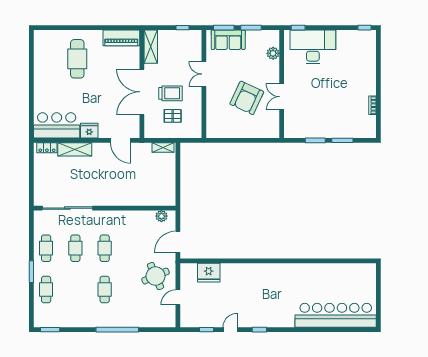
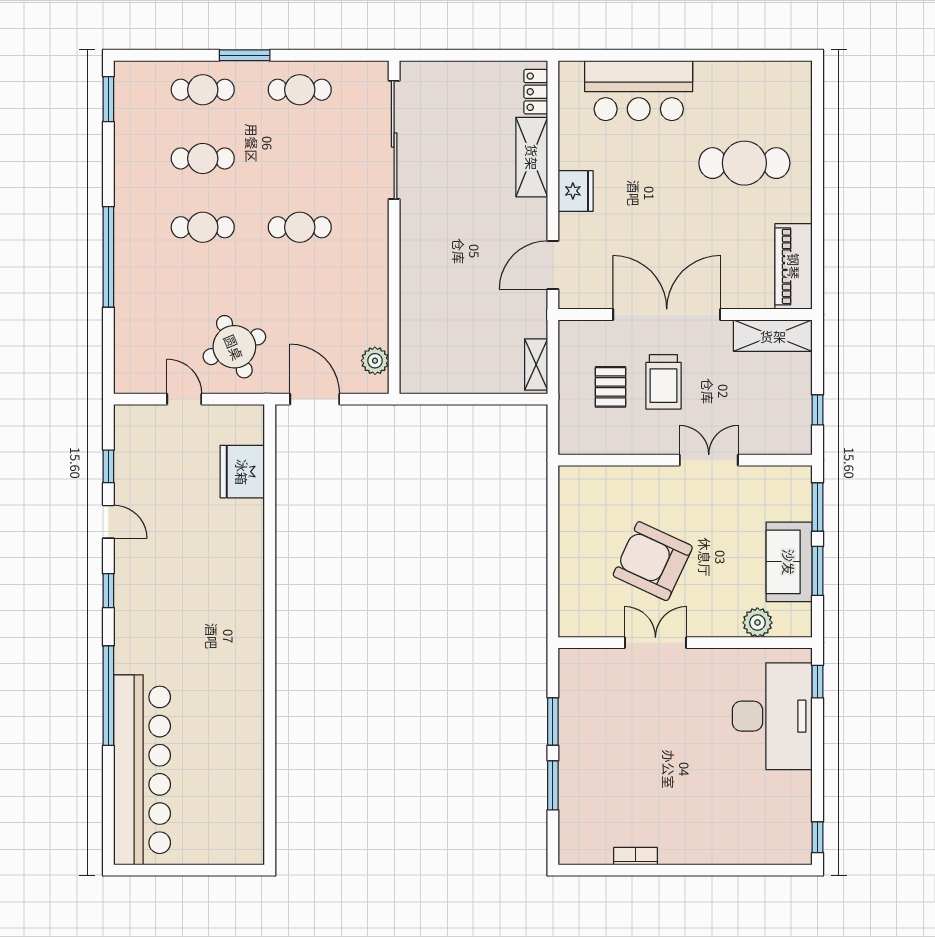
sofa: (228, 40) -> (789, 562), moved
bar counter: (57, 125) -> (639, 91), moved, turned 90
cafe table: (75, 248) -> (203, 158), moved
window: (304, 330) -> (108, 696), added

